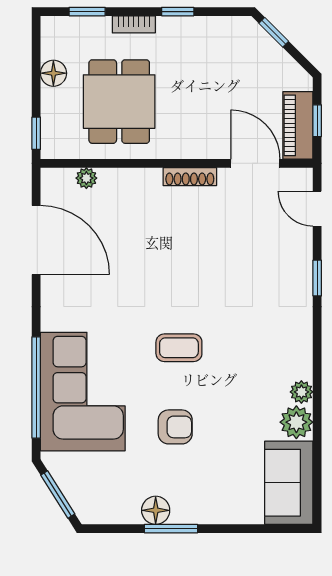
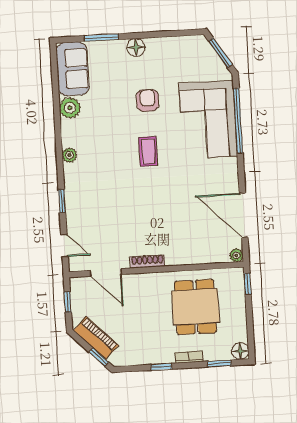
floor lamp: (53, 73) -> (240, 351), moved
piano: (298, 125) -> (96, 338), moved, turned -45
plant: (86, 178) -> (236, 255), moved
coffee table: (179, 348) -> (148, 151), turned 90
plant: (301, 392) -> (69, 155), moved
armchair: (175, 427) -> (148, 100), turned 90
floor lamp: (156, 510) -> (136, 47), moved
window: (171, 529) -> (101, 38), moved

